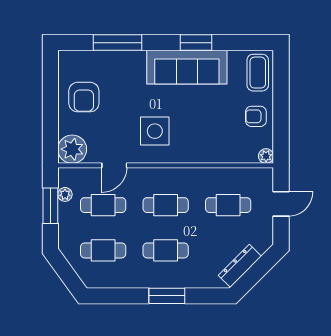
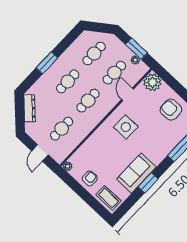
sofa: (187, 67) -> (136, 173), width x0.73

